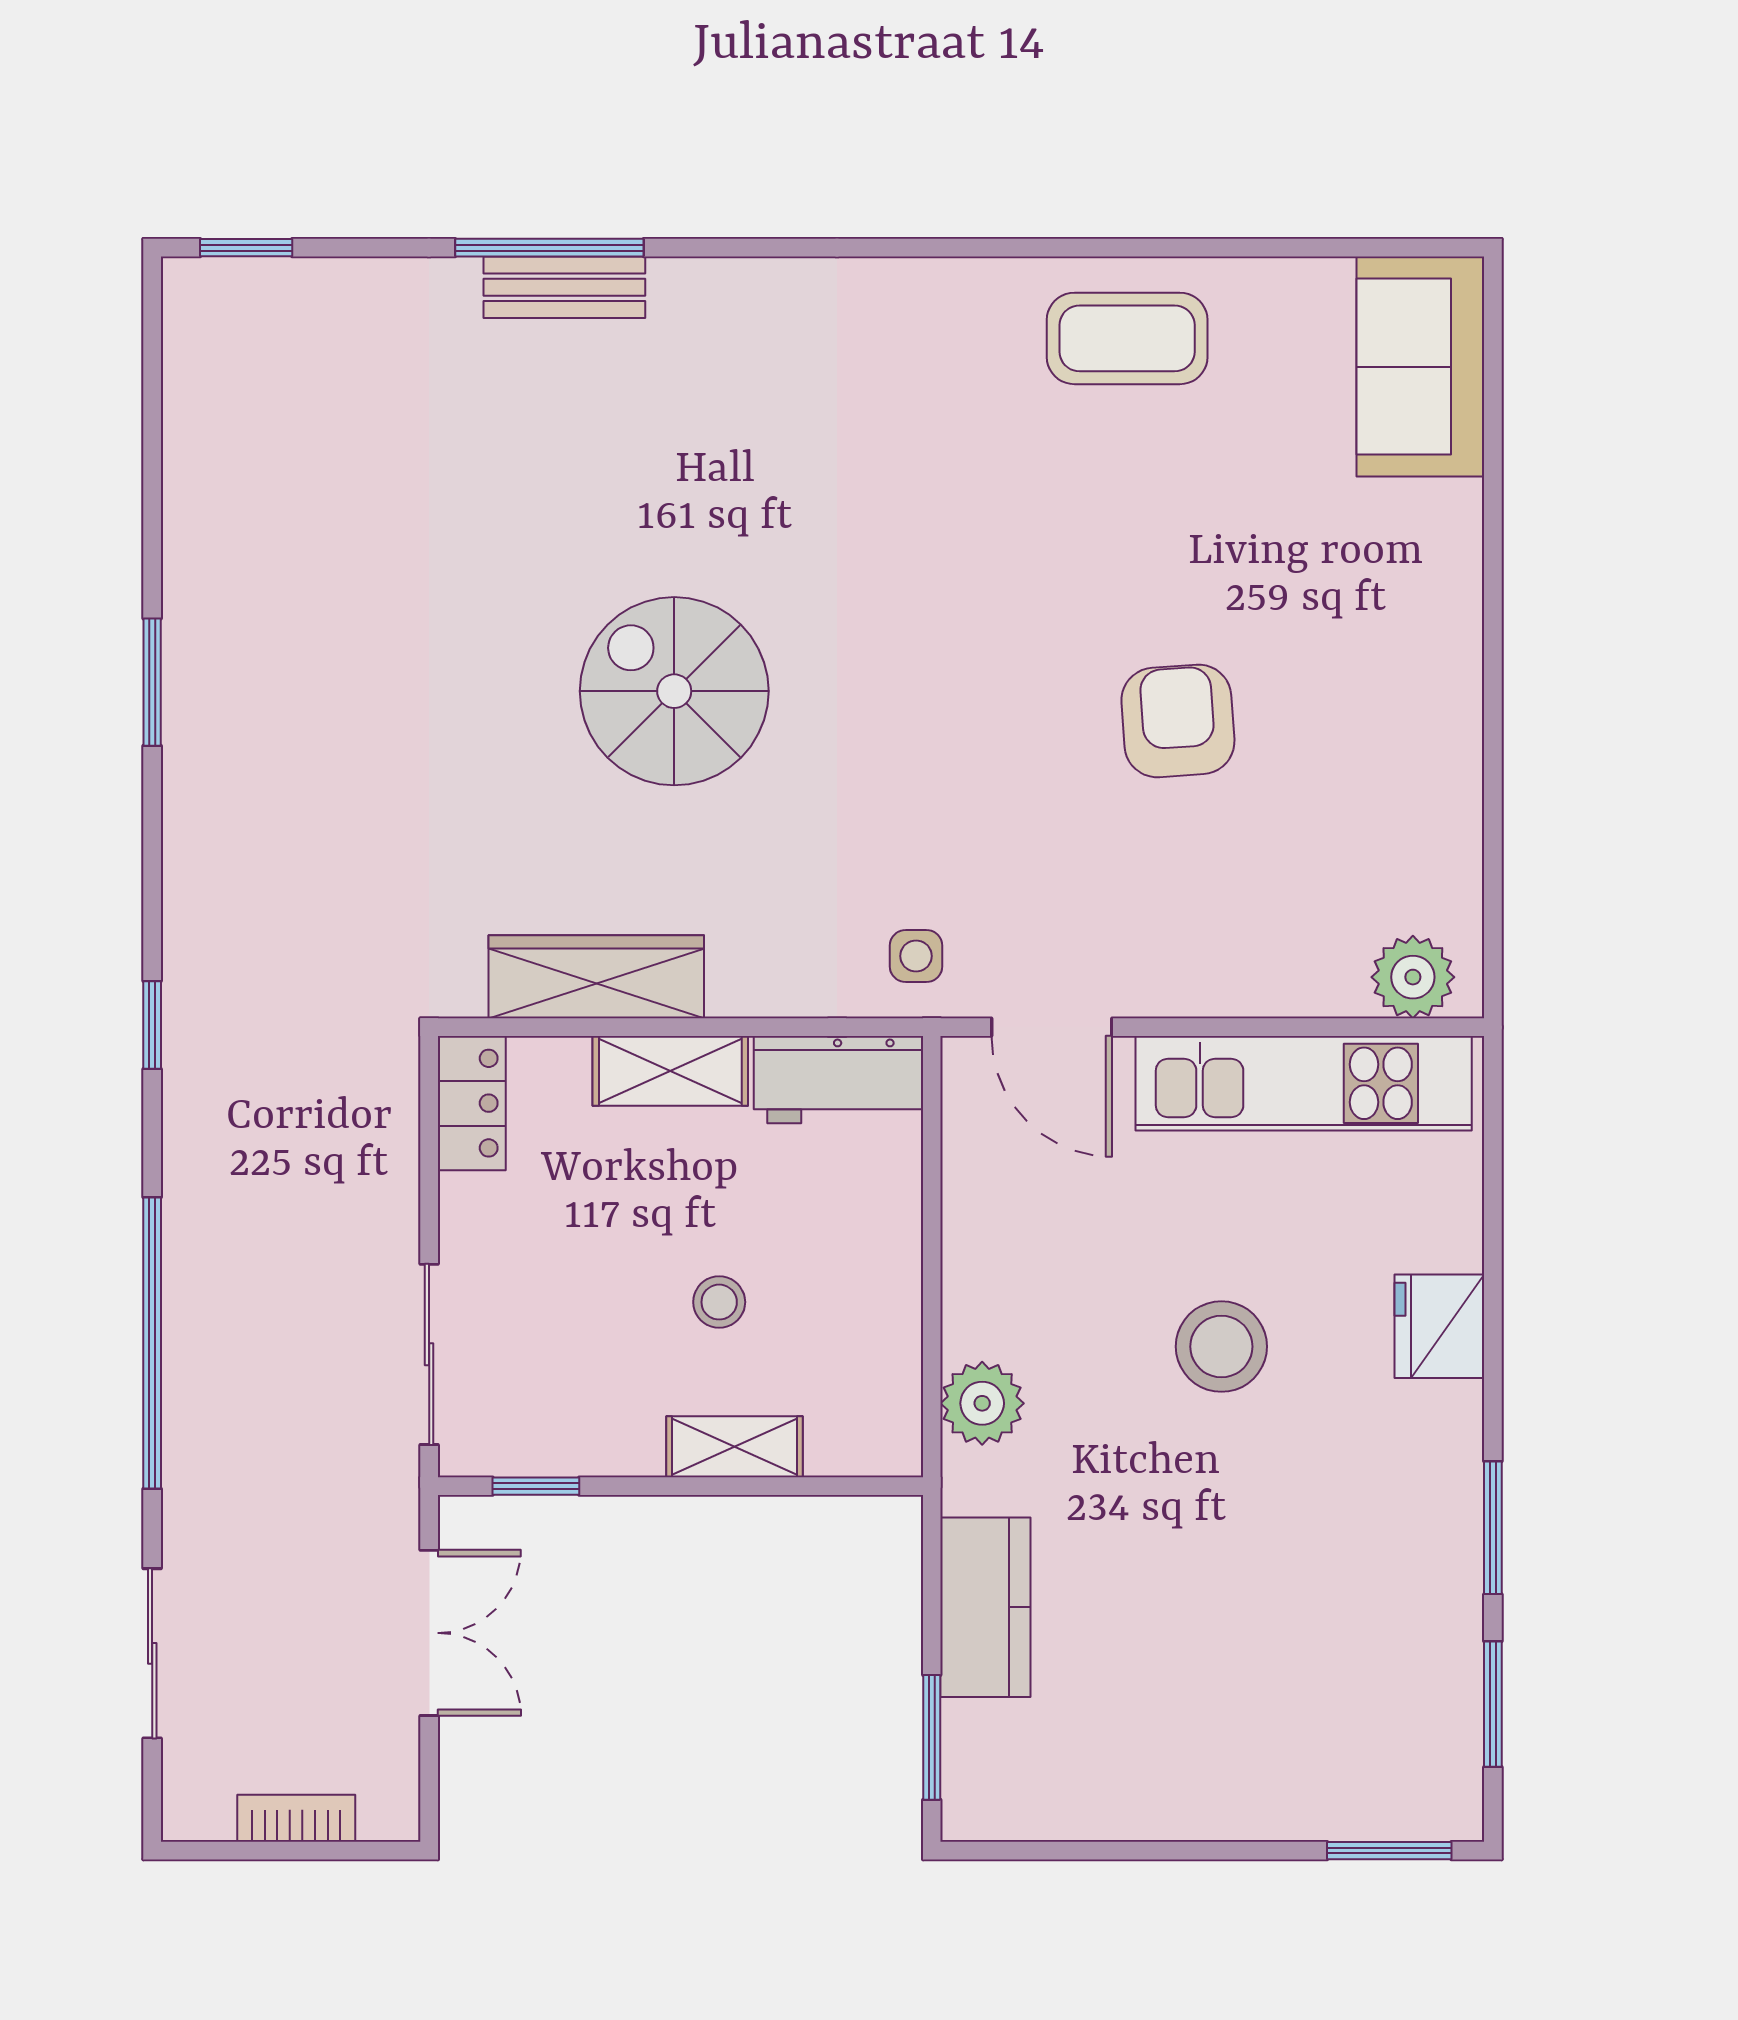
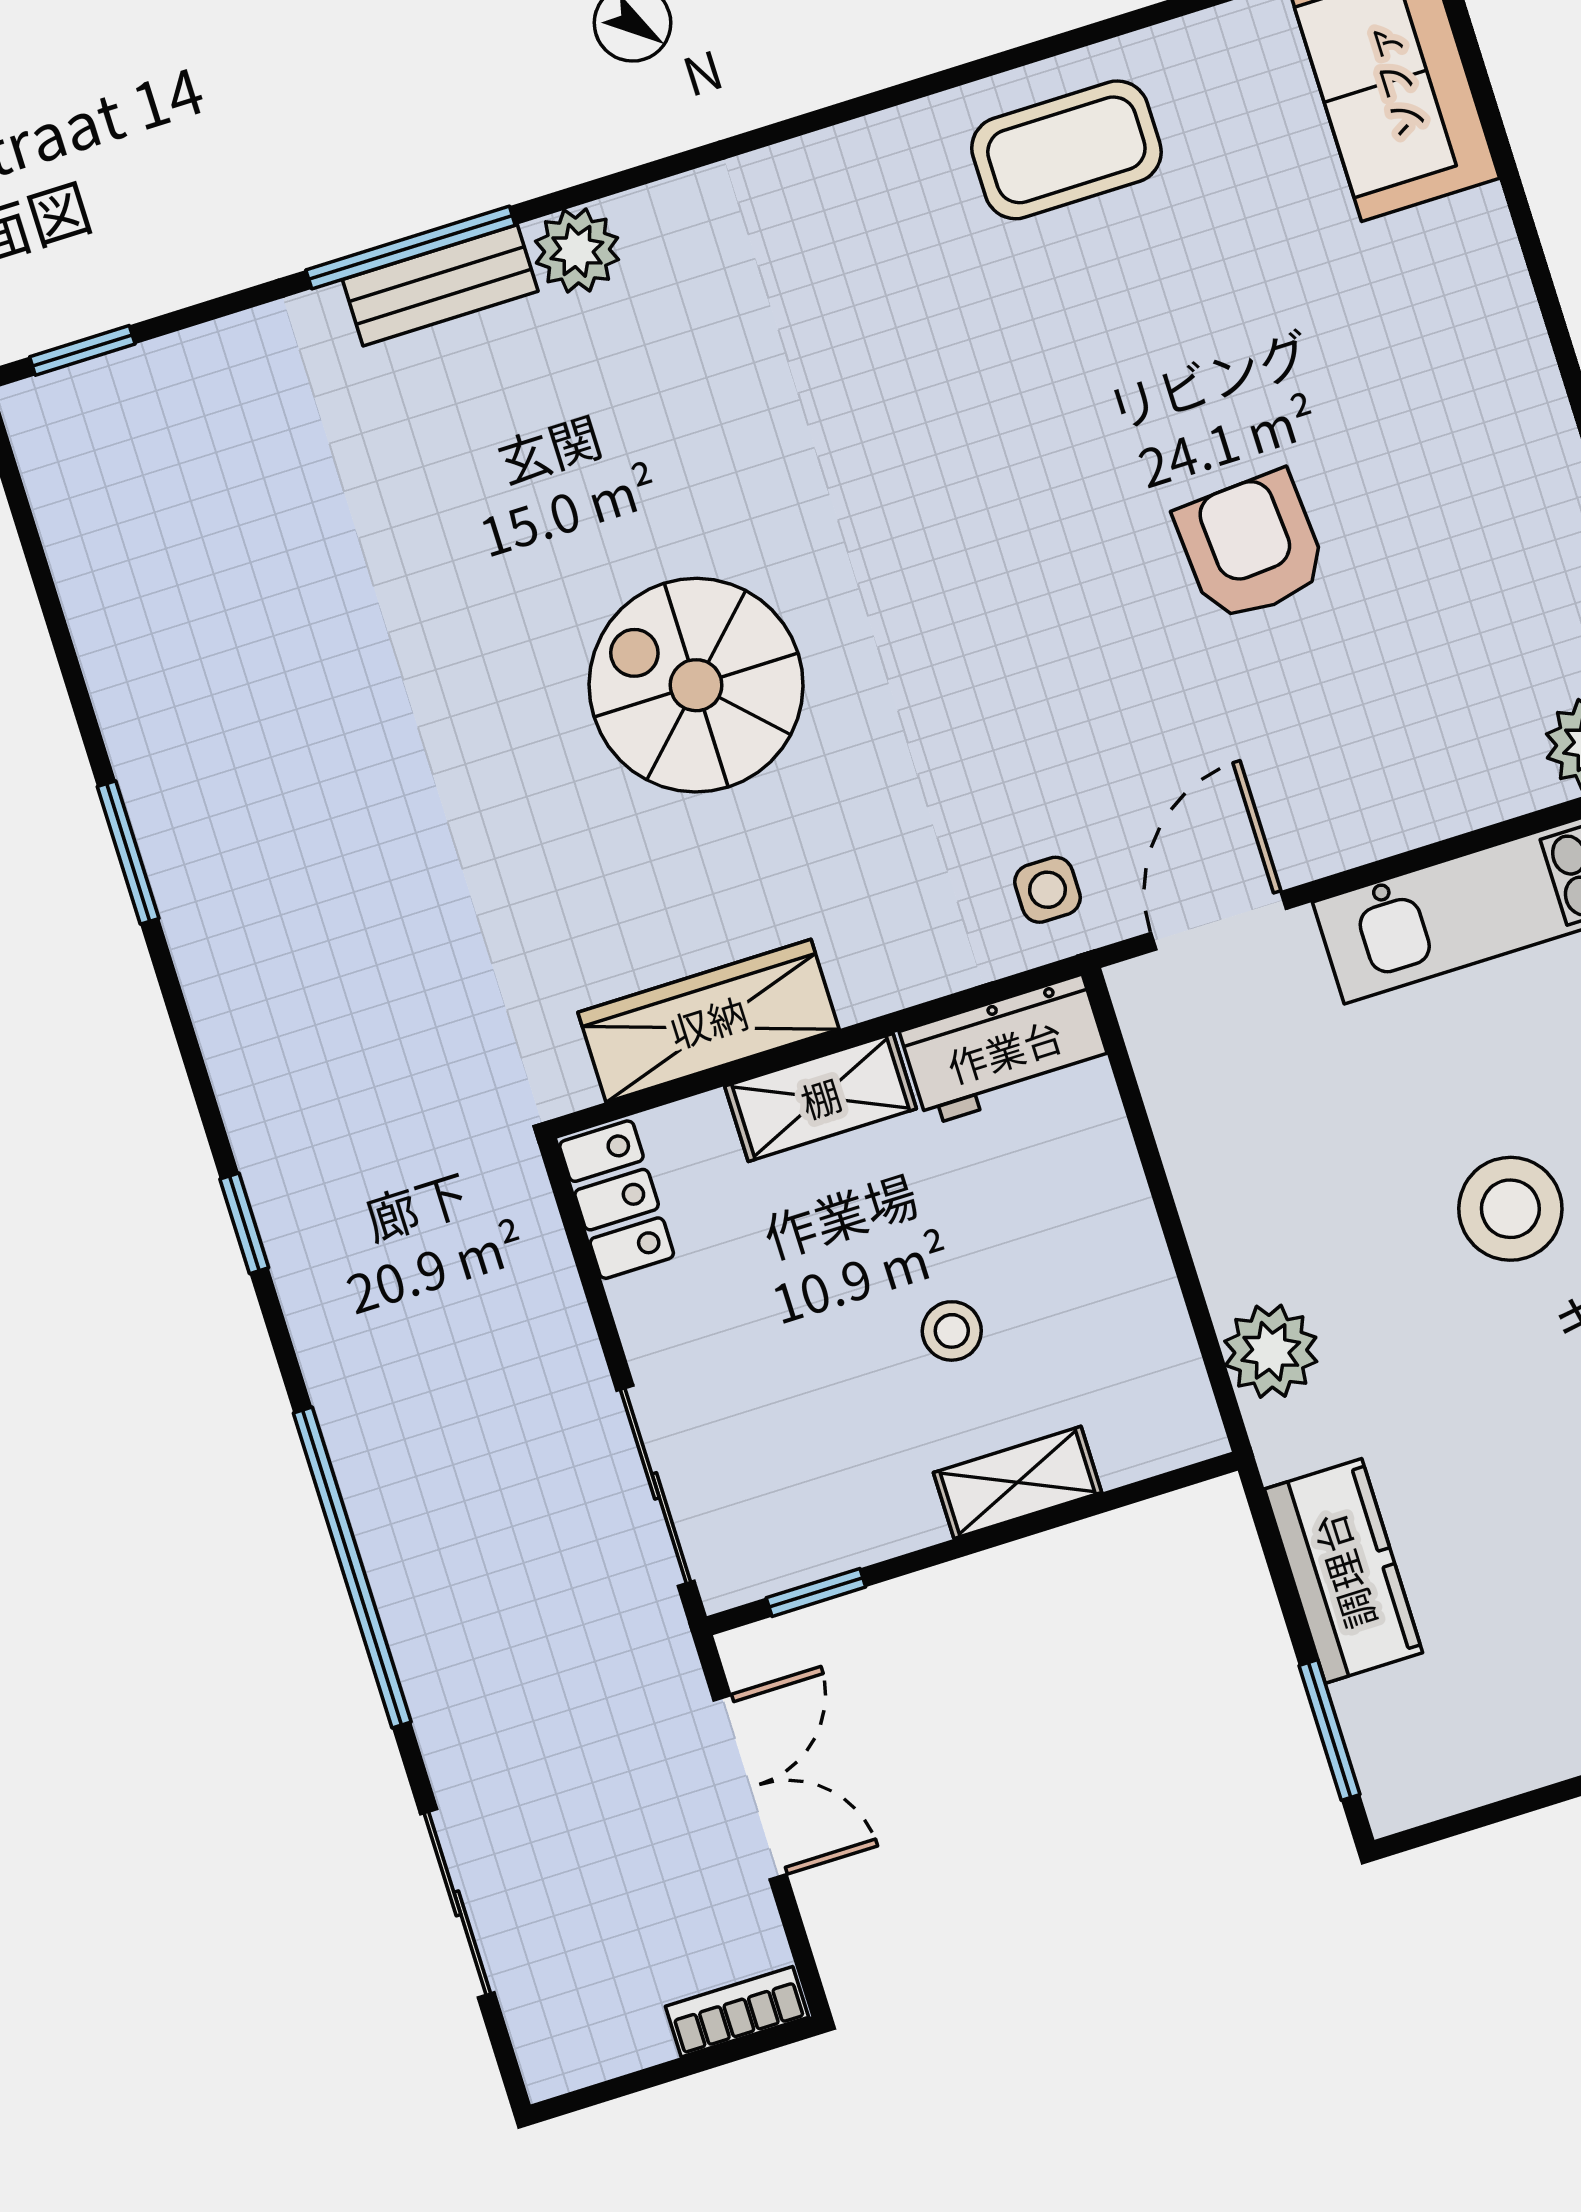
plant: (689, 294) -> (577, 250), added
door: (1052, 1027) -> (1219, 921), swing flipped
bookcase: (296, 1818) -> (737, 2012), moved

